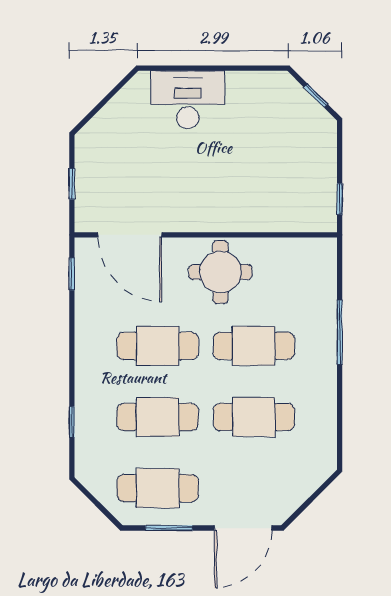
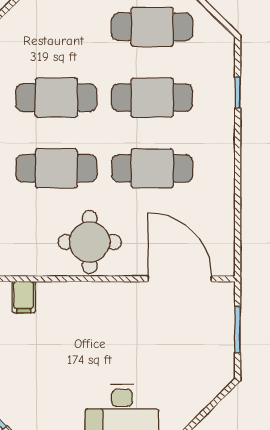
window: (72, 184) -> (238, 330), width x1.50
filing cabinet: (287, 217) -> (24, 297), added
window: (72, 274) -> (238, 240), removed

